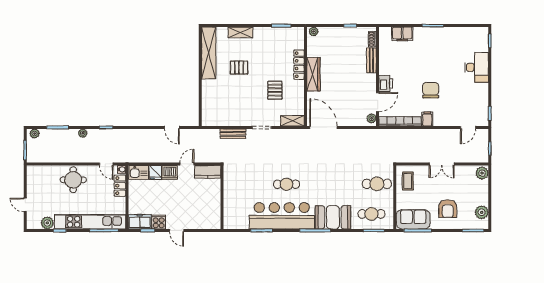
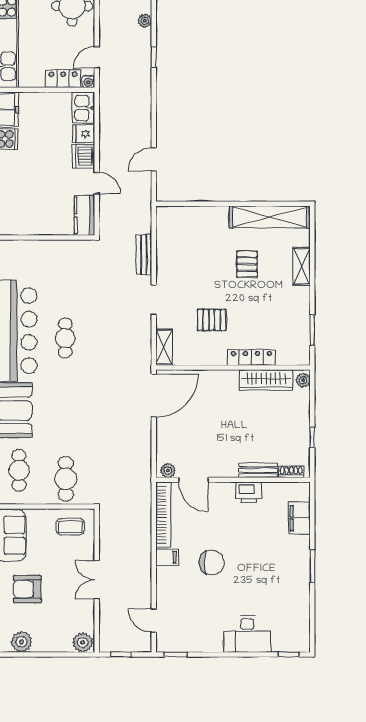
wardrobe: (313, 74) -> (266, 380), moved
printer: (386, 83) -> (249, 492), moved

